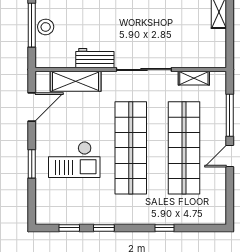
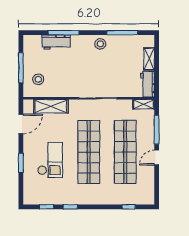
stool: (46, 27) -> (38, 79), moved
workbench: (95, 58) -> (148, 84), moved, turned -90
shelving: (194, 78) -> (144, 104), moved
checkout: (74, 160) -> (50, 160), turned -90
window: (165, 228) -> (129, 207), moved

